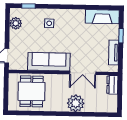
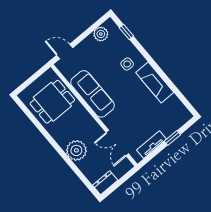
fireplace: (102, 17) -> (155, 82), moved
double door: (83, 73) -> (117, 143), moved
dresser: (112, 85) -> (105, 183), moved

